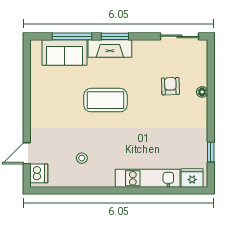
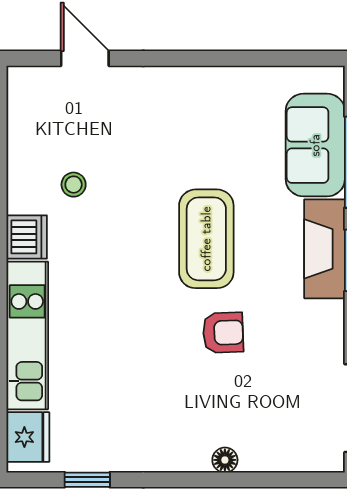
armchair: (170, 86) -> (223, 333), moved
dishwasher: (39, 173) -> (27, 237), moved, turned -90

